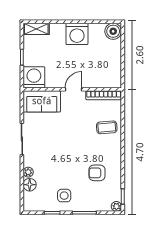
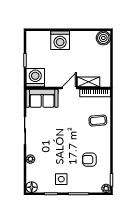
shelving: (36, 29) -> (89, 82), moved
washing machine: (77, 34) -> (60, 40), moved
floor lamp: (30, 185) -> (32, 187), moved

